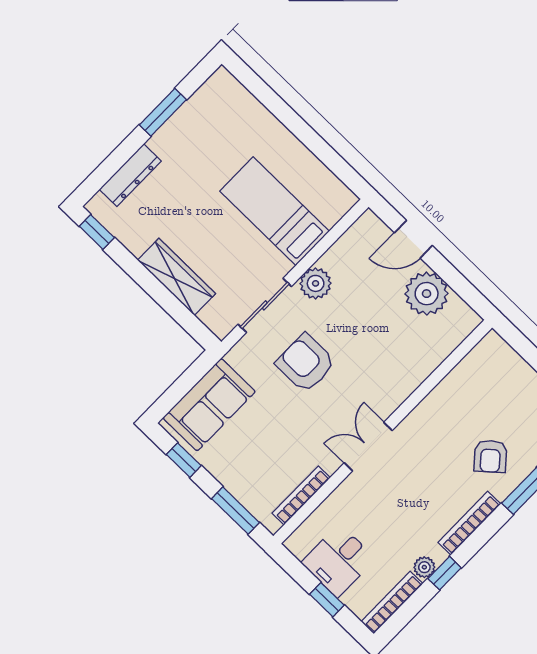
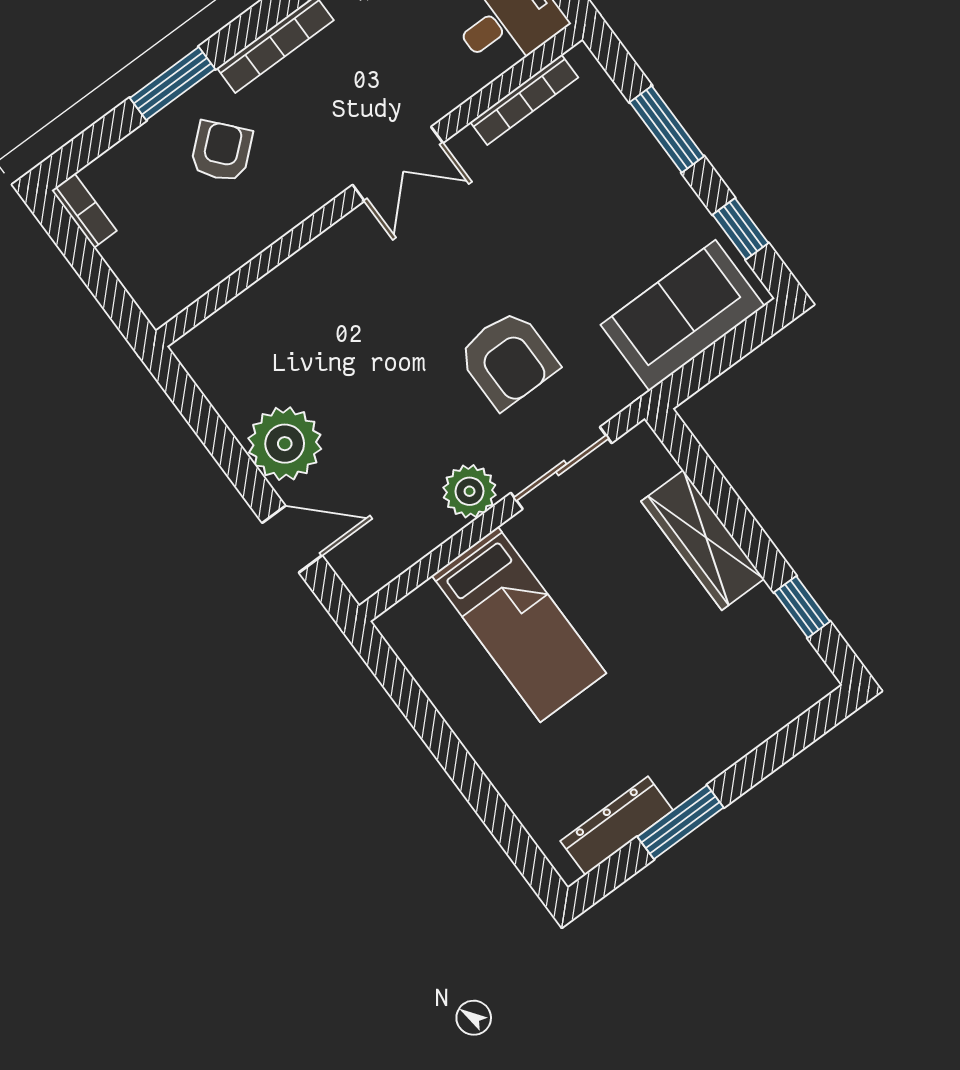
dresser: (130, 175) -> (617, 826), moved
window: (97, 232) -> (802, 607), moved
wall: (383, 432) -> (369, 185), moved
double door: (368, 447) -> (398, 164), moved
bookcase: (301, 495) -> (524, 100), moved

